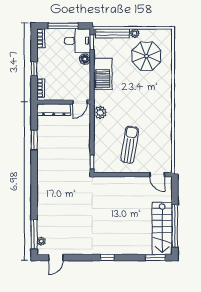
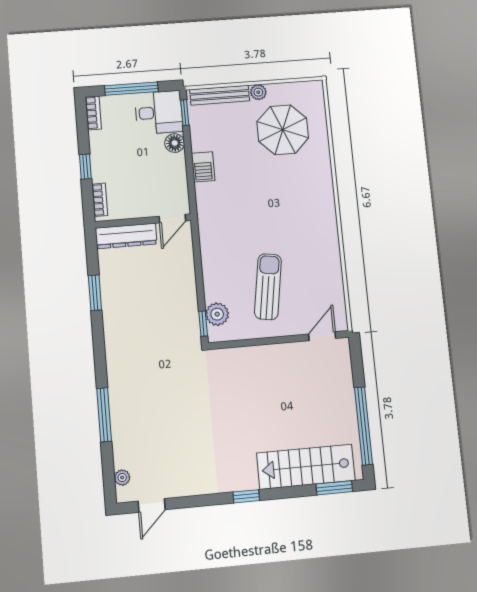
barbecue: (103, 74) -> (203, 167), width x0.53, depth x0.65
plant: (100, 113) -> (217, 314), moved
door: (157, 175) -> (322, 336), swing flipped
stairs: (162, 229) -> (306, 467), moved, turned 90
window: (34, 234) -> (104, 415), moved

